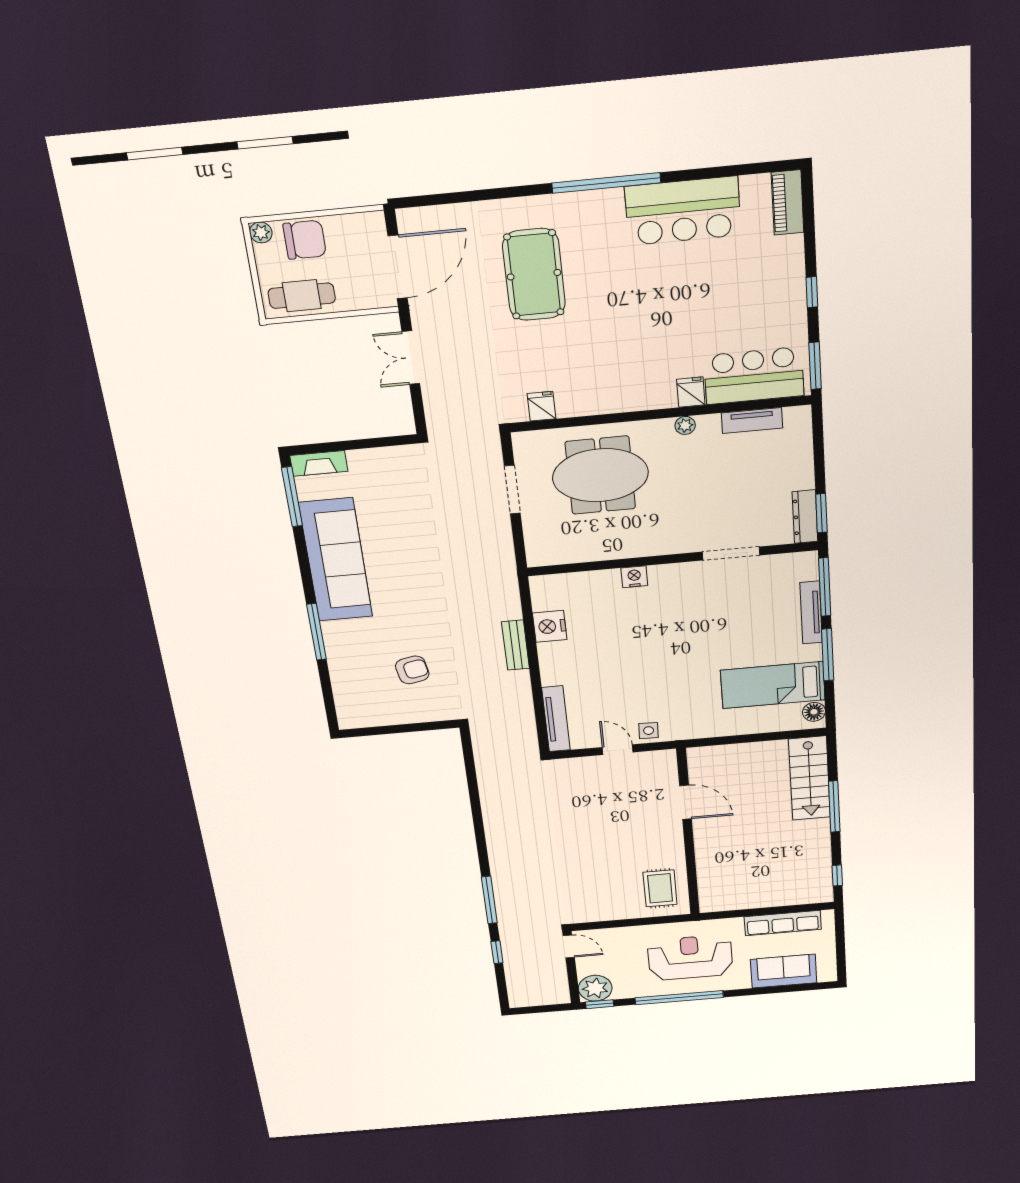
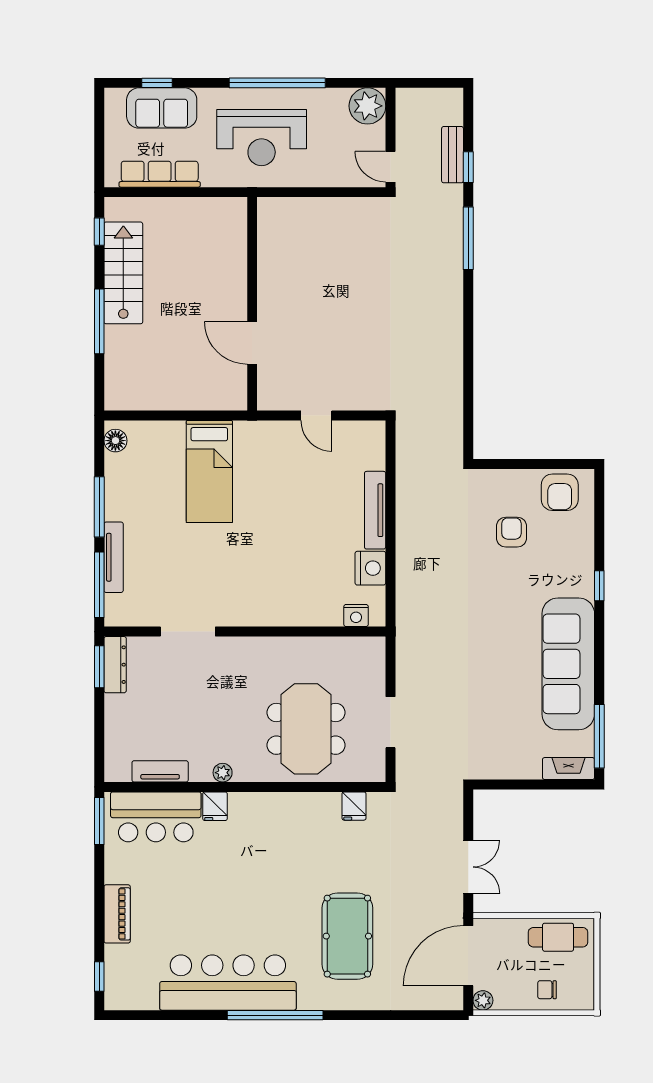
piano: (788, 202) -> (117, 914), moved
bar counter: (683, 211) -> (228, 983), width x1.36
plant: (261, 232) -> (483, 1000), moved
chair: (305, 240) -> (547, 990), width x0.54, depth x0.54
window: (812, 292) -> (99, 977), moved
meeting table: (600, 475) -> (306, 729), turned 90
nightstand: (634, 577) -> (356, 616), moved
window: (316, 632) -> (599, 586), width x0.46
bench: (516, 645) -> (453, 155), moved
armchair: (412, 670) -> (511, 532), turned 101
bed: (773, 685) -> (209, 471), moved, turned 90
armchair: (370, 708) -> (560, 492), added
tv unit: (556, 719) -> (375, 510), moved
side table: (649, 731) -> (283, 435), removed
stairs: (809, 778) -> (123, 273), moved
rug: (660, 888) -> (287, 234), removed
window: (600, 1004) -> (157, 83), moved

